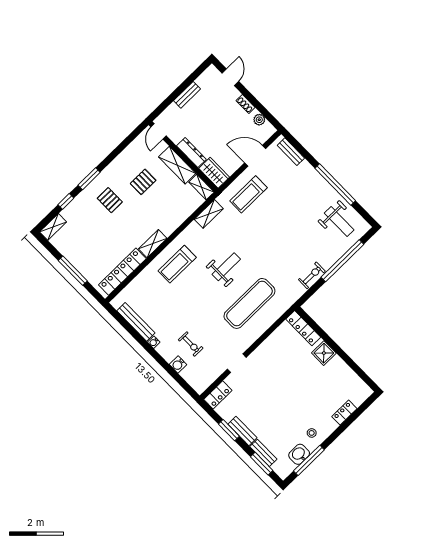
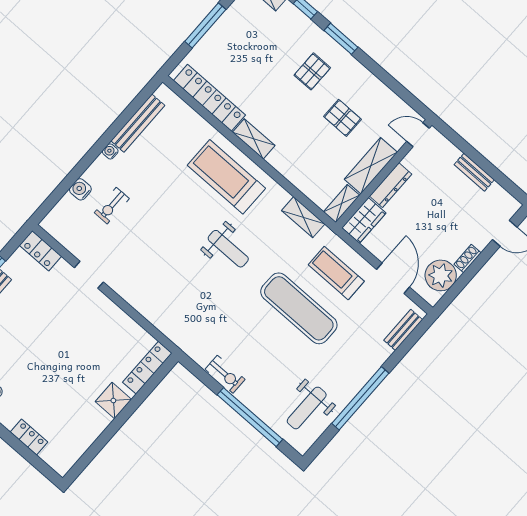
plant: (259, 120) -> (441, 275), width x1.87, depth x1.87
treadmill: (177, 264) -> (226, 177), width x1.37, depth x1.38
exercise mat: (249, 303) -> (299, 308), moved

